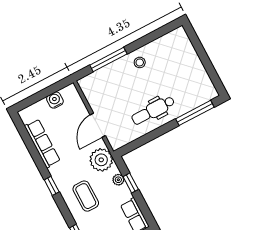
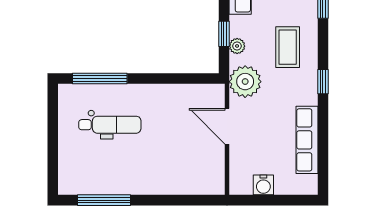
window: (108, 60) -> (104, 200), moved
stool: (140, 62) -> (135, 176), removed
dental chair: (153, 110) -> (110, 125), moved
door: (98, 125) -> (227, 126), swing flipped

